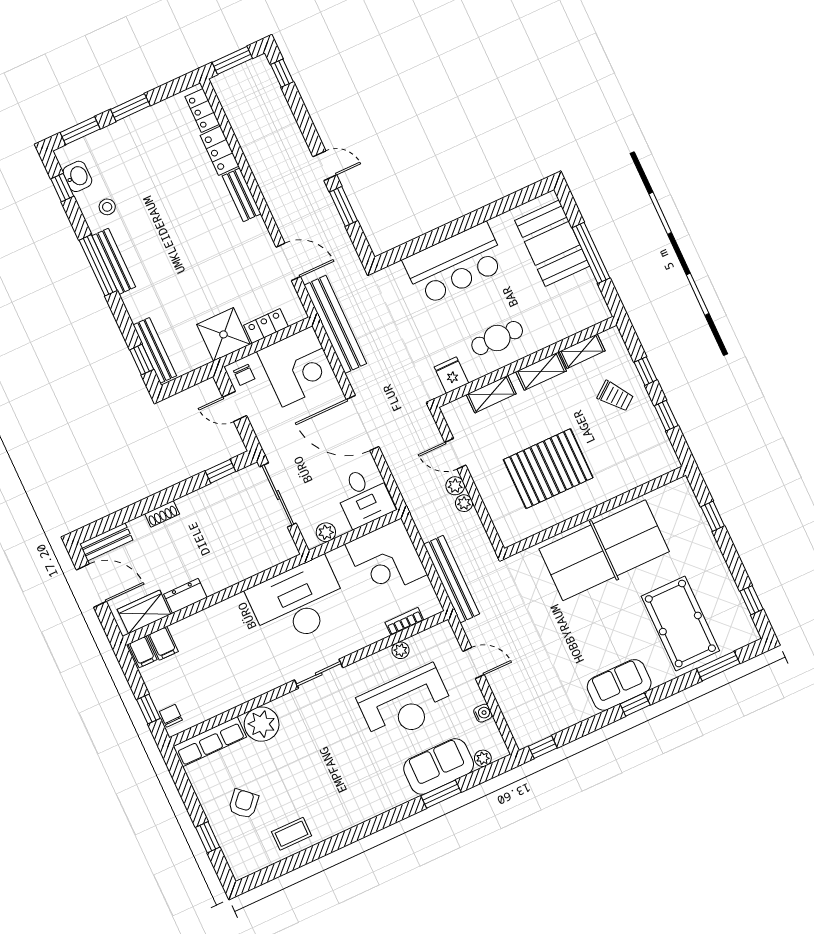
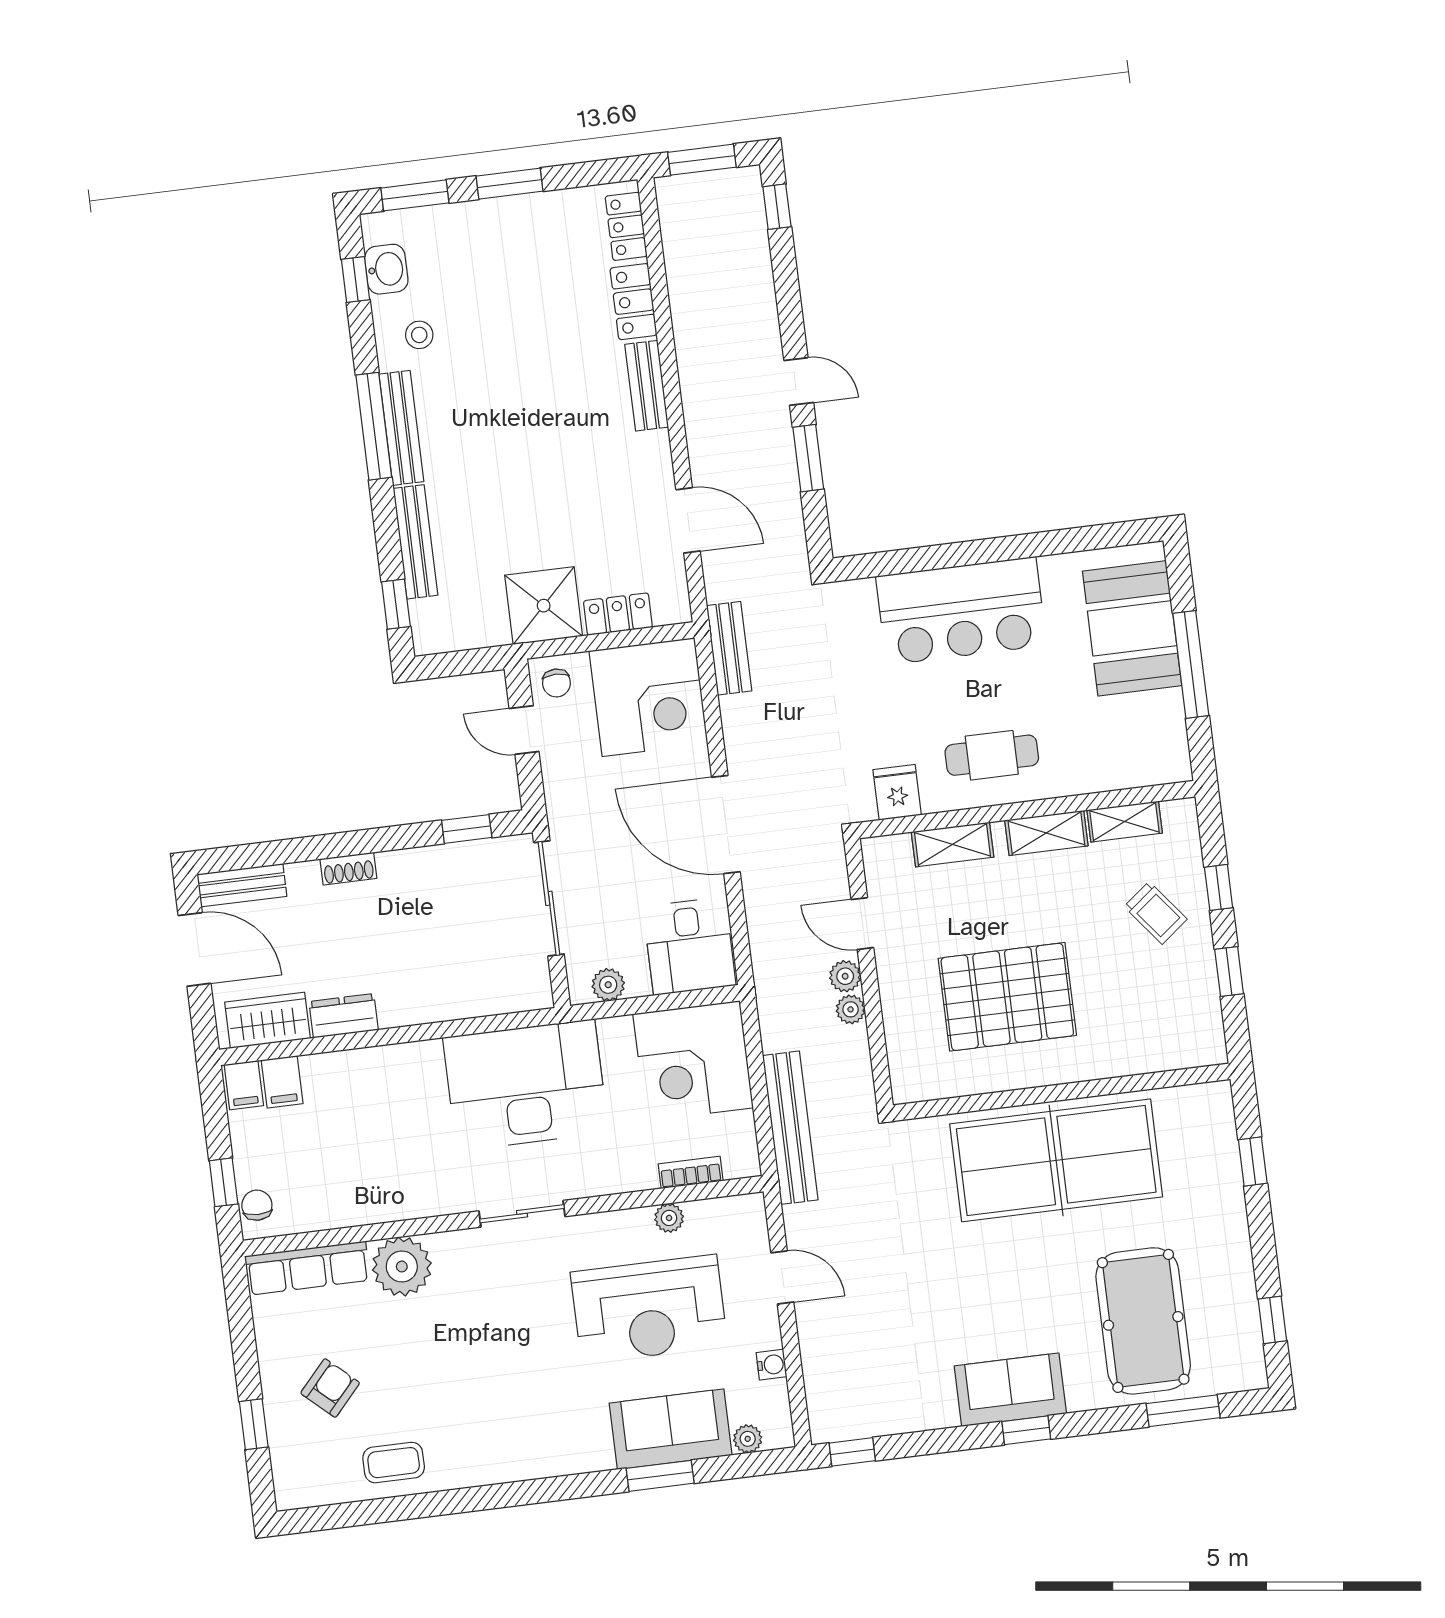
bench: (335, 324) -> (729, 648), width x0.54, depth x0.82
bench: (155, 350) -> (416, 542), moved

